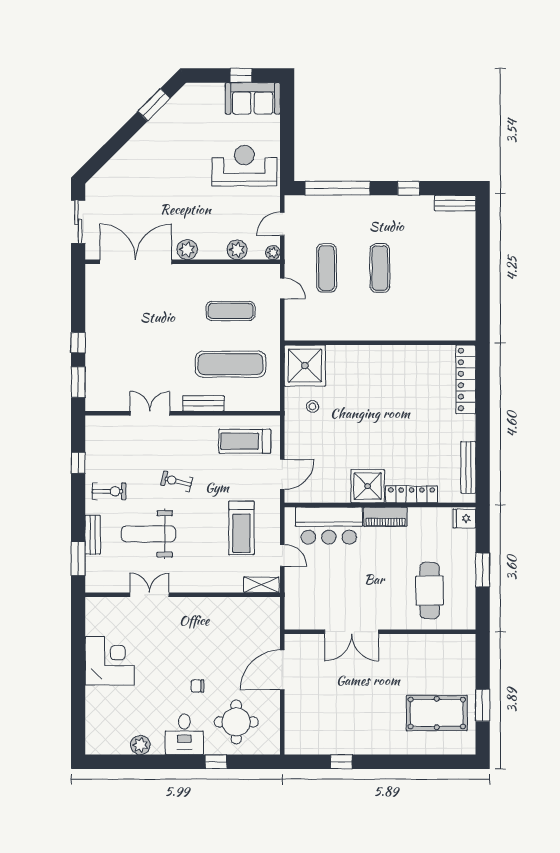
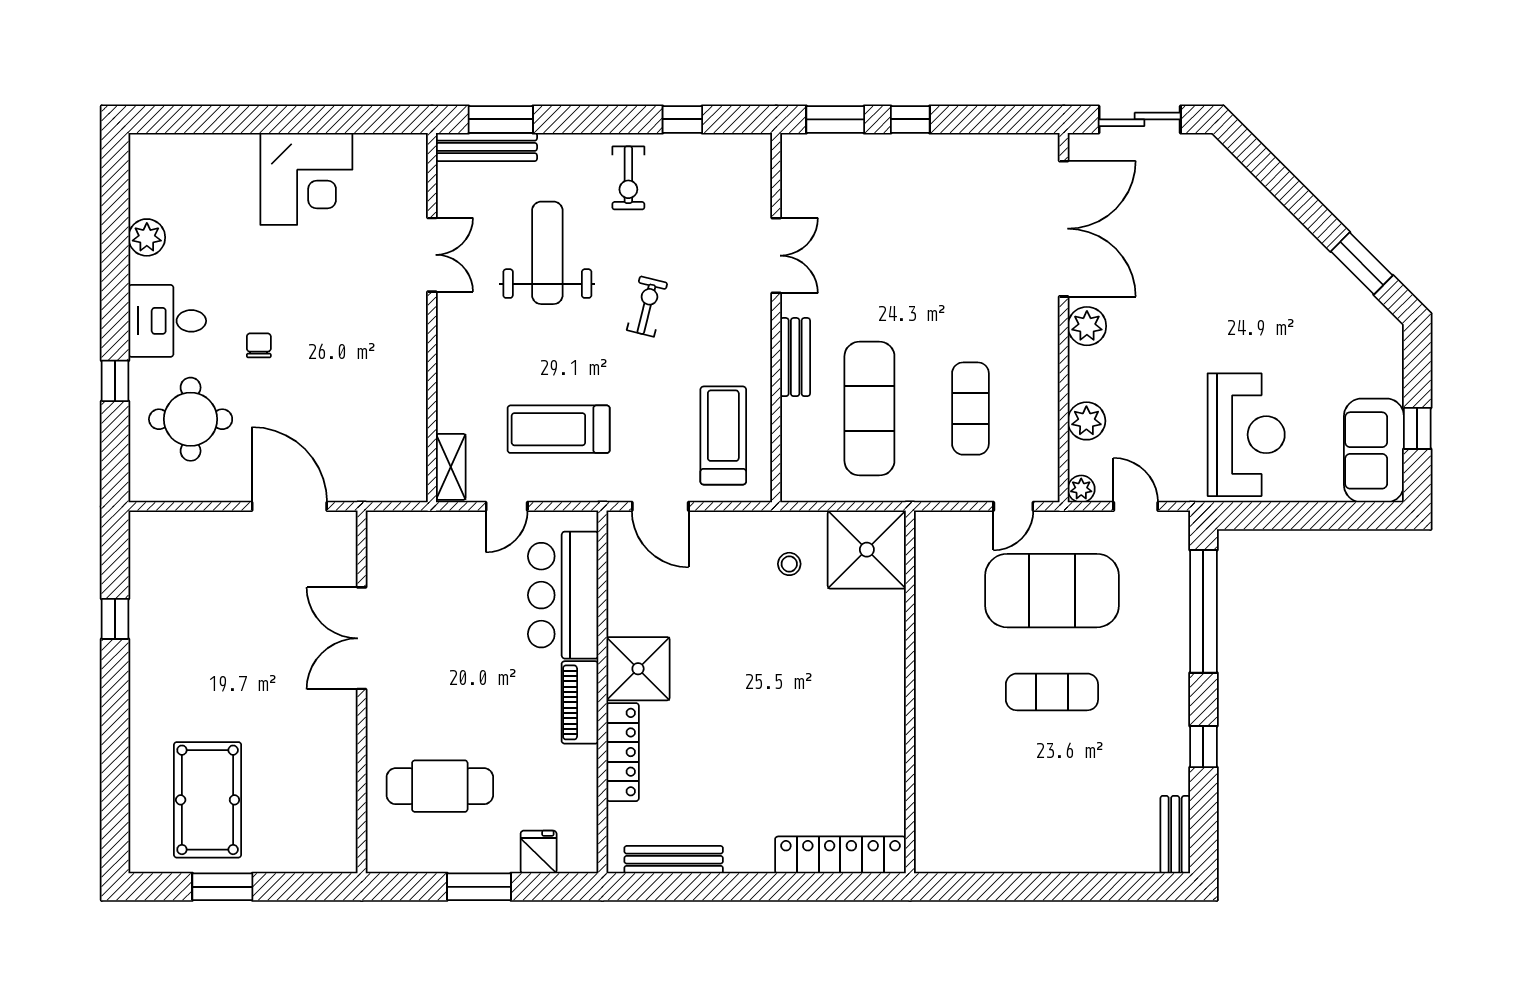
exercise mat: (326, 268) -> (1052, 591), width x2.00, depth x1.45
fridge: (464, 519) -> (539, 852), moved
bench: (93, 535) -> (486, 147), moved, width x1.36

